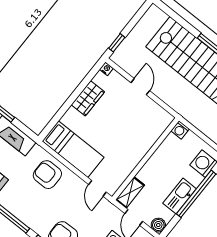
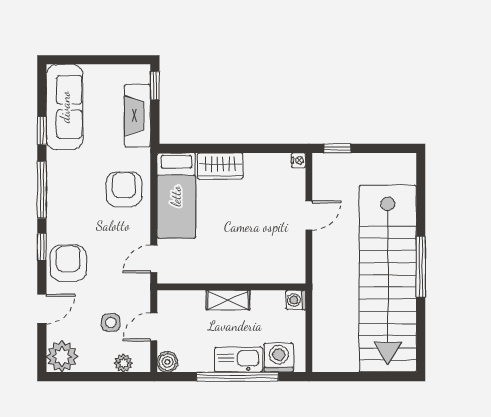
wardrobe: (88, 98) -> (220, 166), moved
shelving: (130, 192) -> (228, 300), moved
kitchen sink: (180, 196) -> (239, 360), moved

